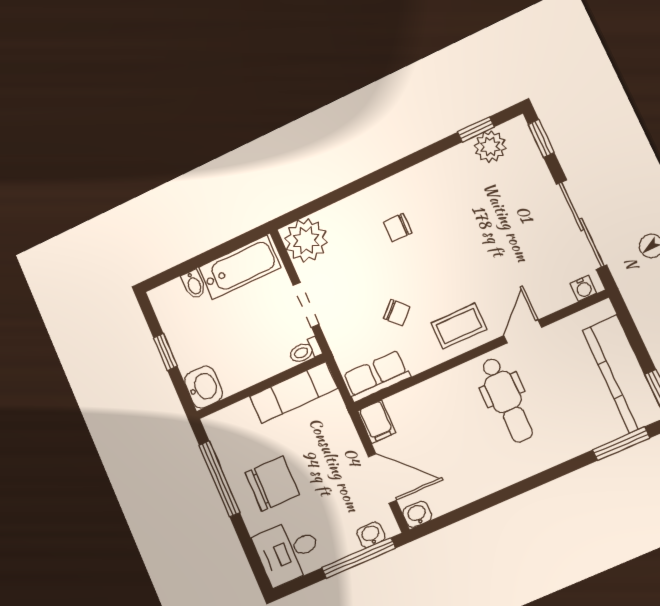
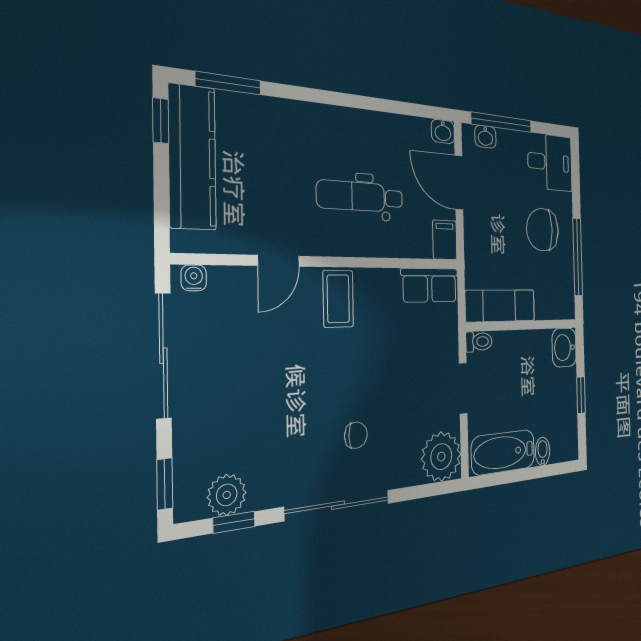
sliding door: (392, 169) -> (338, 505), added
chair: (397, 313) -> (389, 342), removed
coffee table: (459, 326) -> (338, 299), turned 90
dental chair: (506, 400) -> (360, 197), moved, turned -90

